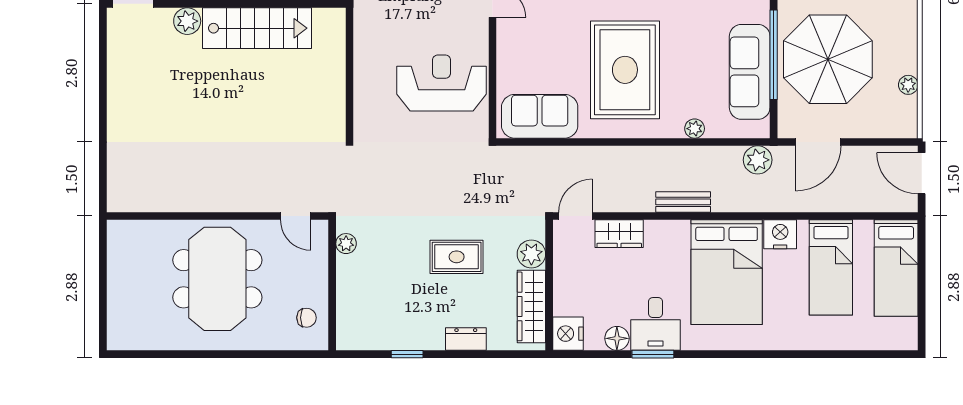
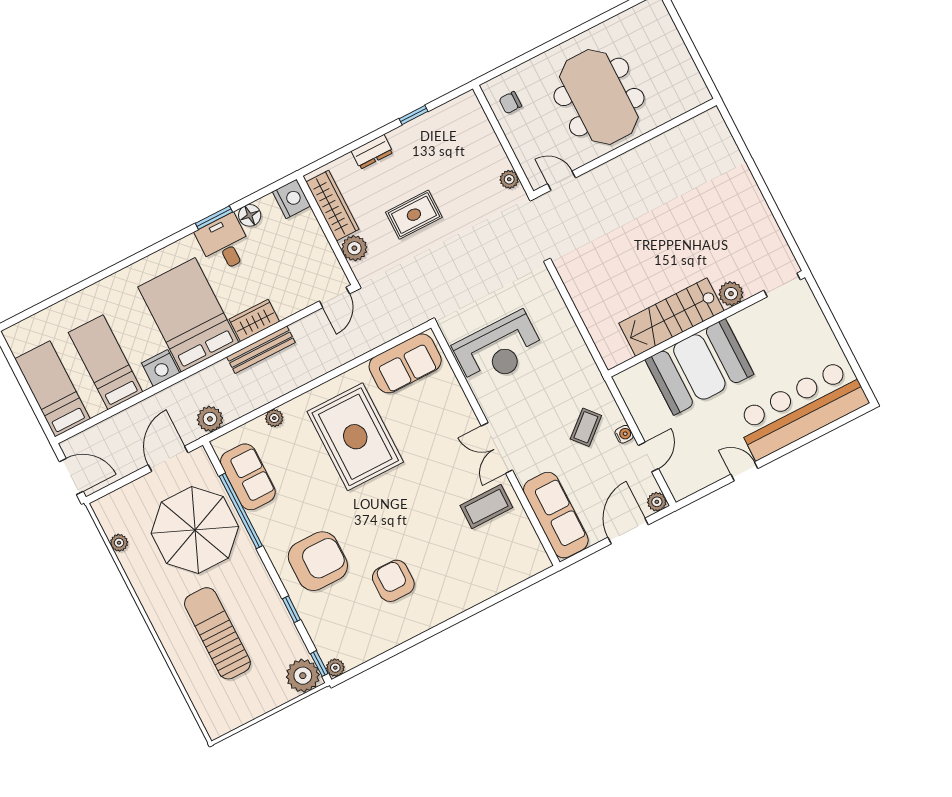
sofa: (750, 72) -> (248, 477), width x0.73
bench: (683, 202) -> (261, 350), width x1.36
wardrobe: (619, 234) -> (254, 320), moved

